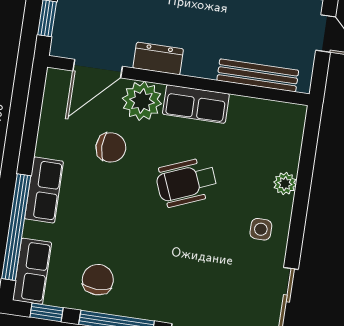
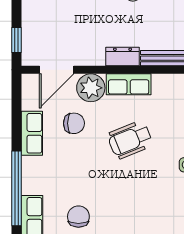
dresser: (158, 58) -> (123, 57), moved
row of seats: (44, 190) -> (32, 133), moved

